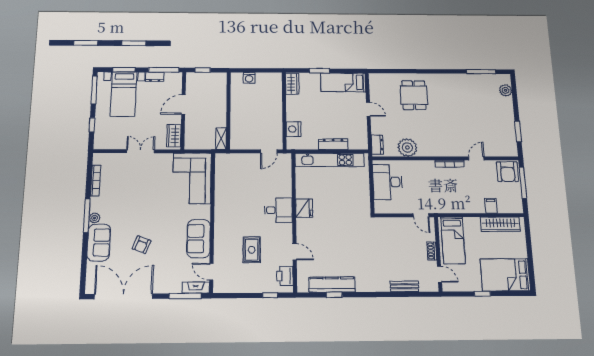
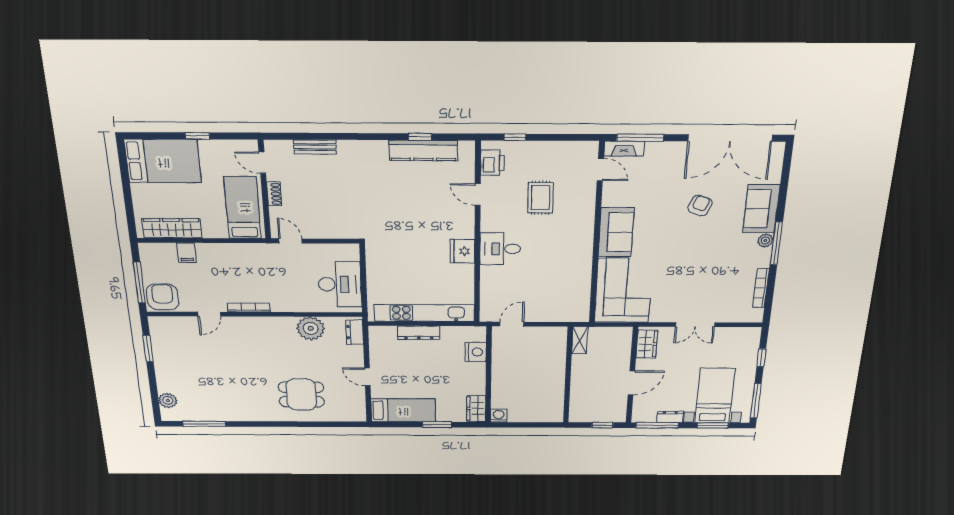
washing machine: (249, 78) -> (499, 416), moved
dining table: (414, 95) -> (301, 394), turned 90
sofa: (199, 239) -> (616, 232), moved

